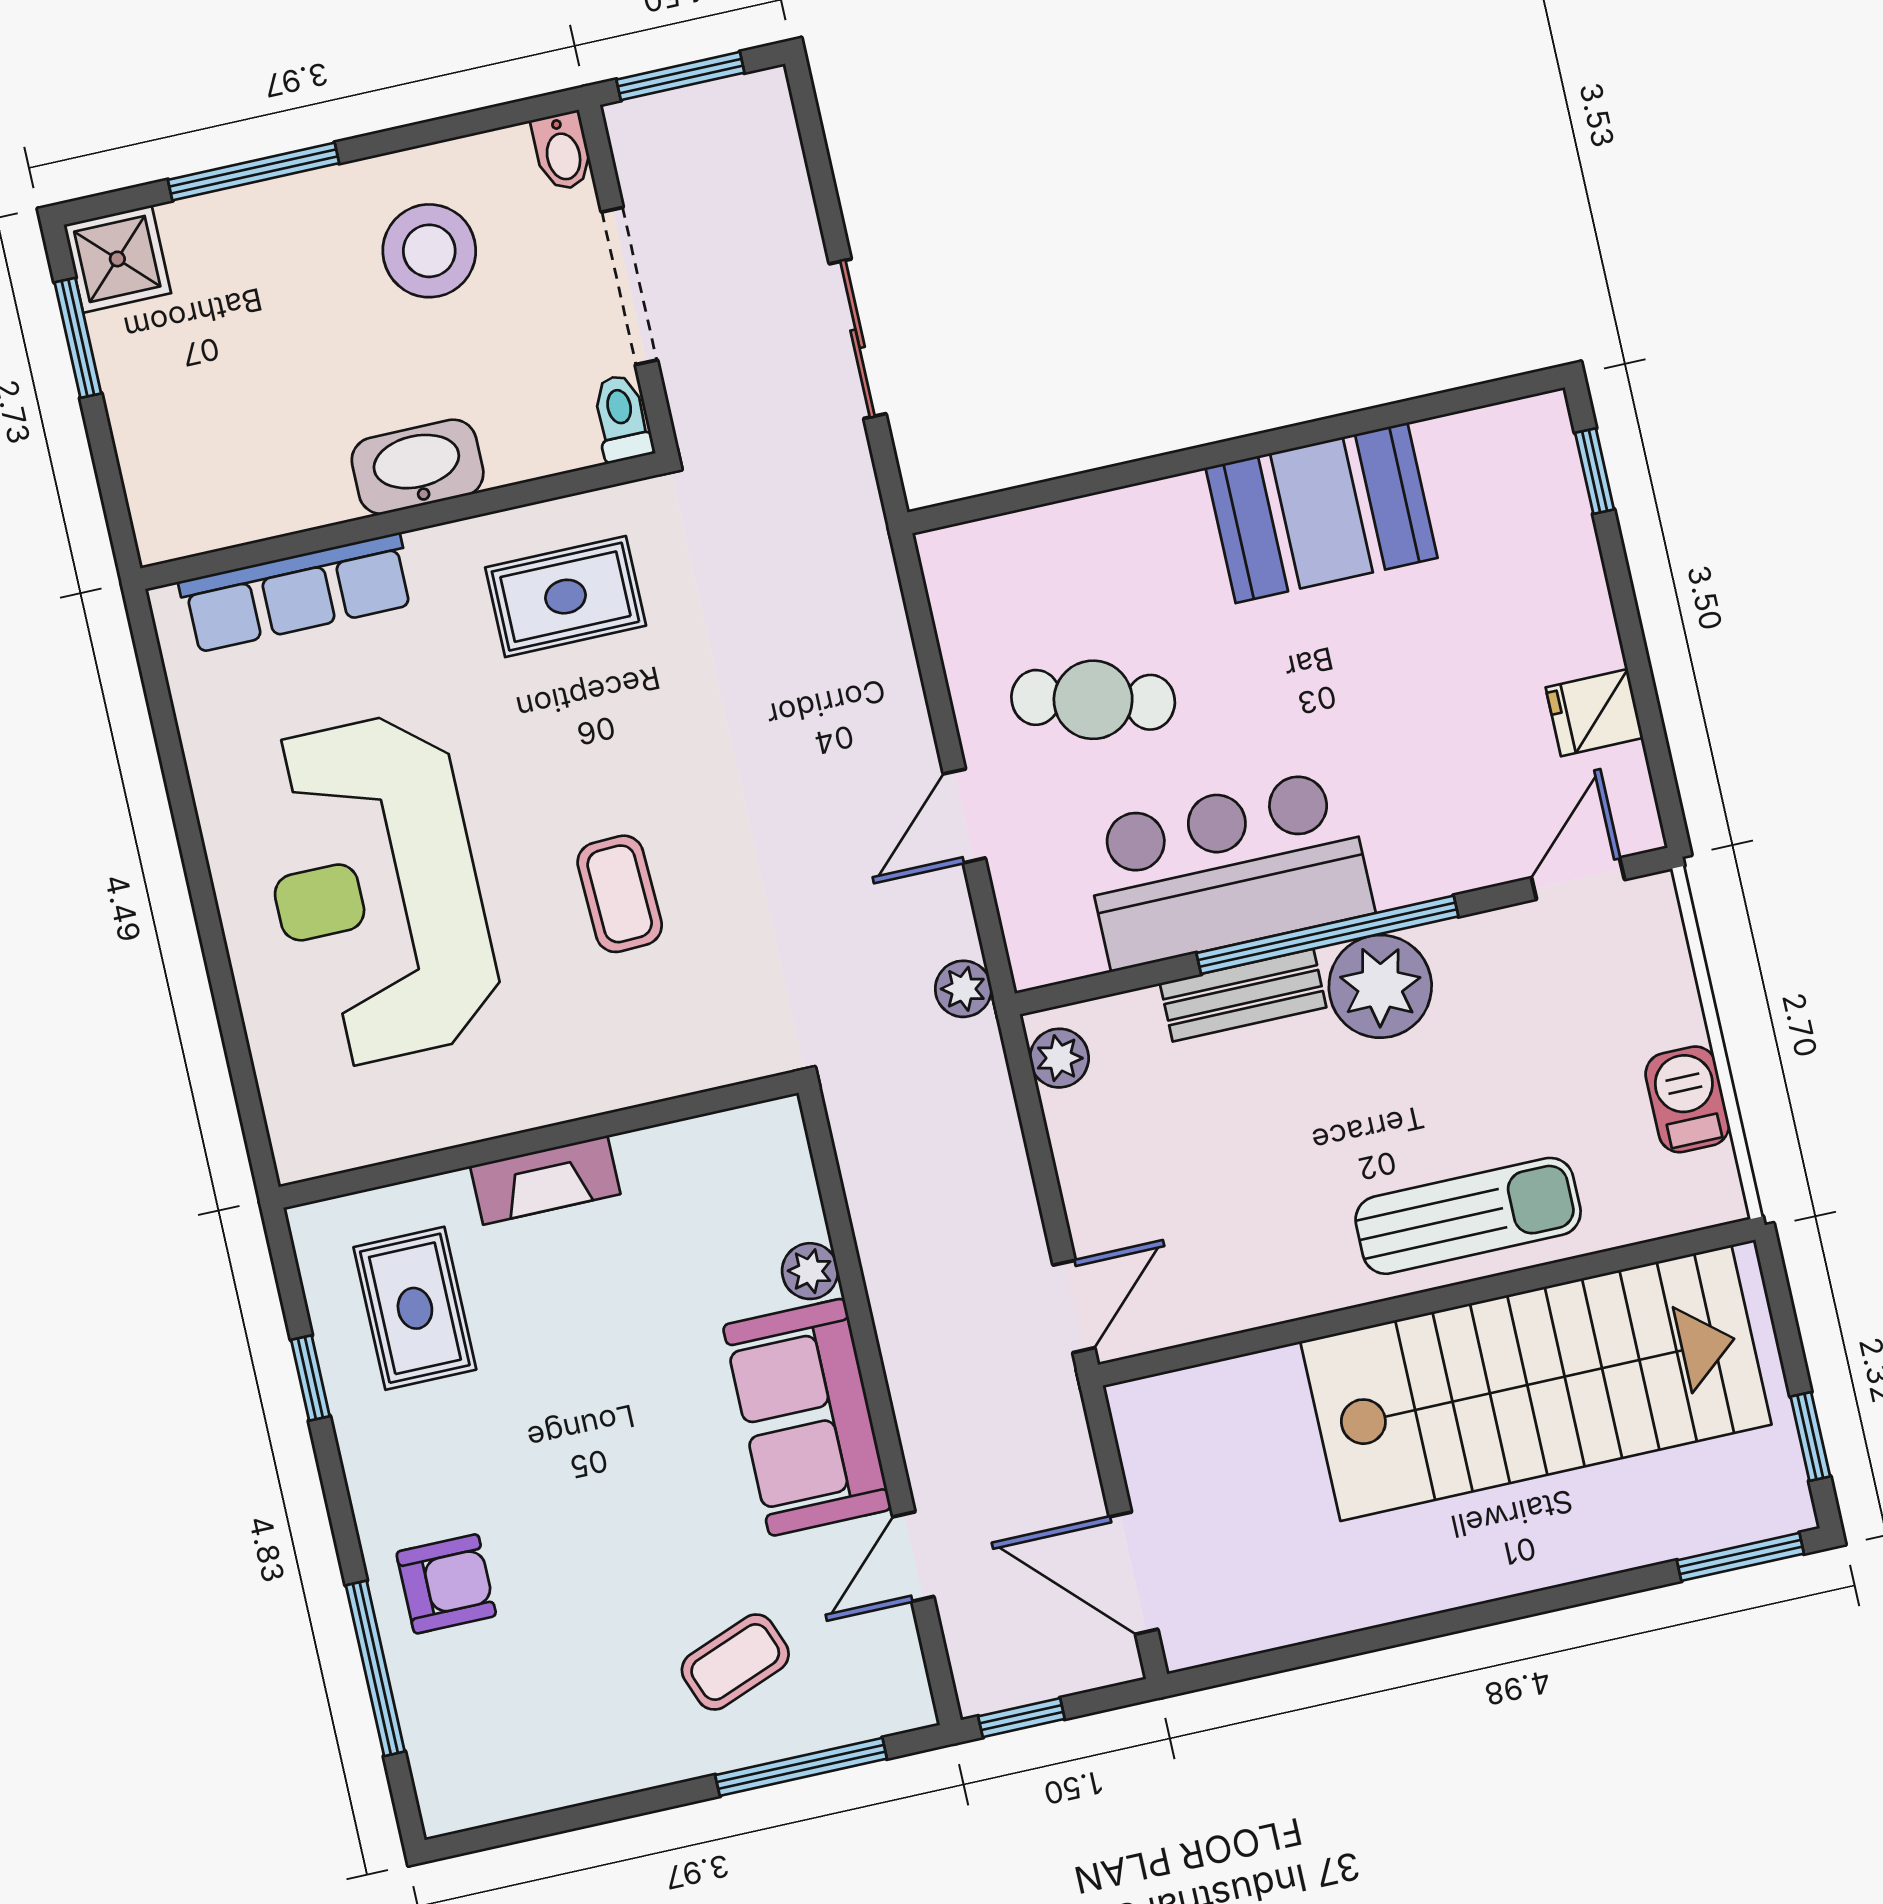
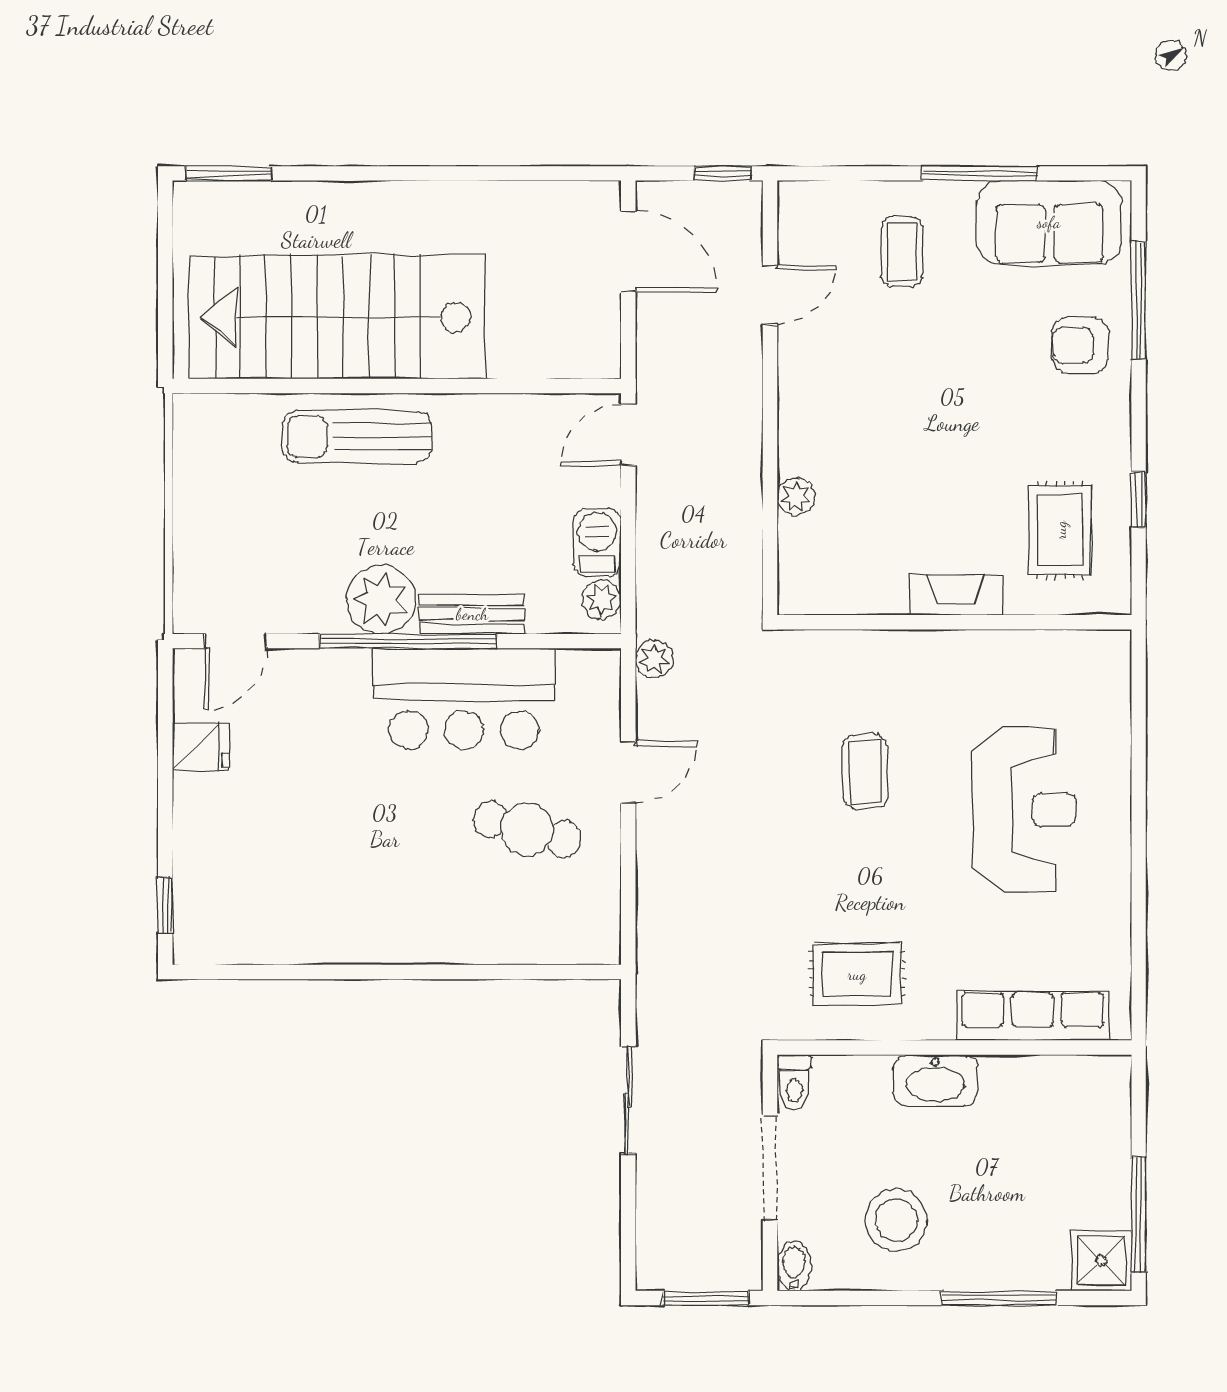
window: (78, 338) -> (1139, 1215), width x1.44
booth: (1321, 513) -> (350, 918), removed
reception desk: (376, 890) -> (1024, 810), width x0.74, depth x0.77
barbecue: (1687, 1099) -> (597, 542), moved, turned 180
sofa: (807, 1417) -> (1049, 222), moved, turned 90
window: (1810, 1436) -> (165, 242), removed
coffee table: (735, 1662) -> (902, 252), turned -69
window: (801, 1767) -> (980, 173), moved

